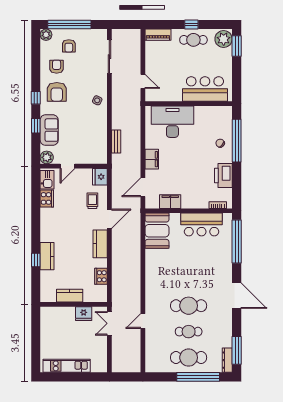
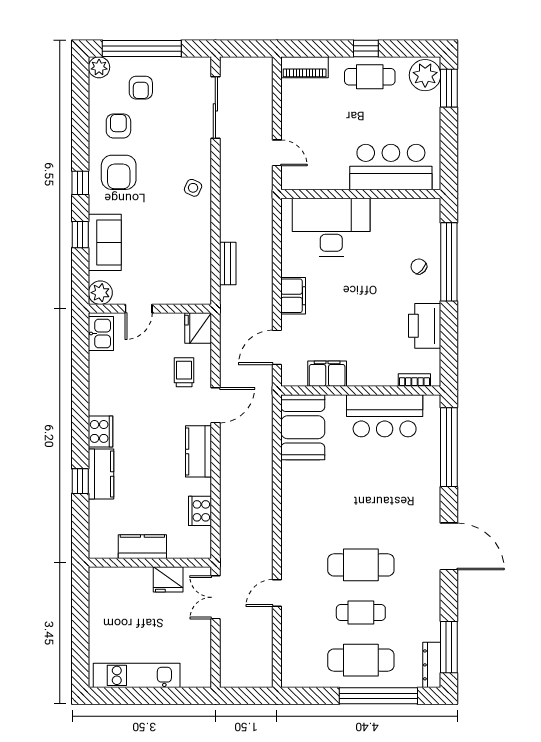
cooker: (47, 198) -> (101, 431), moved

